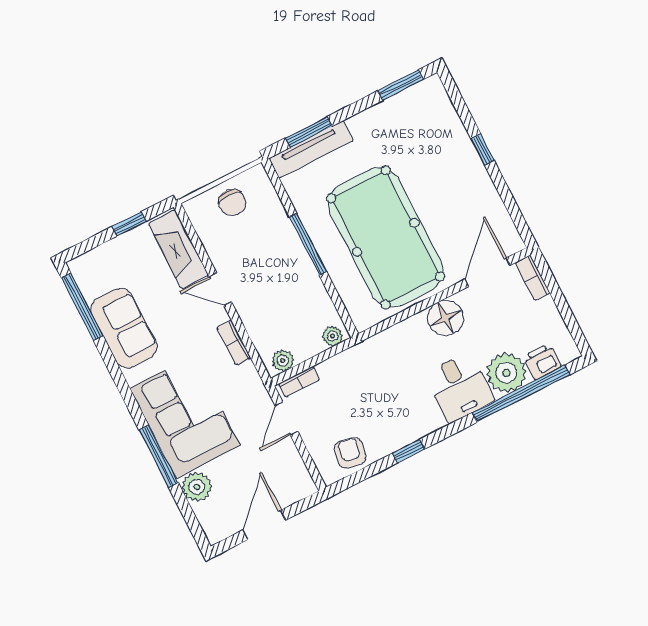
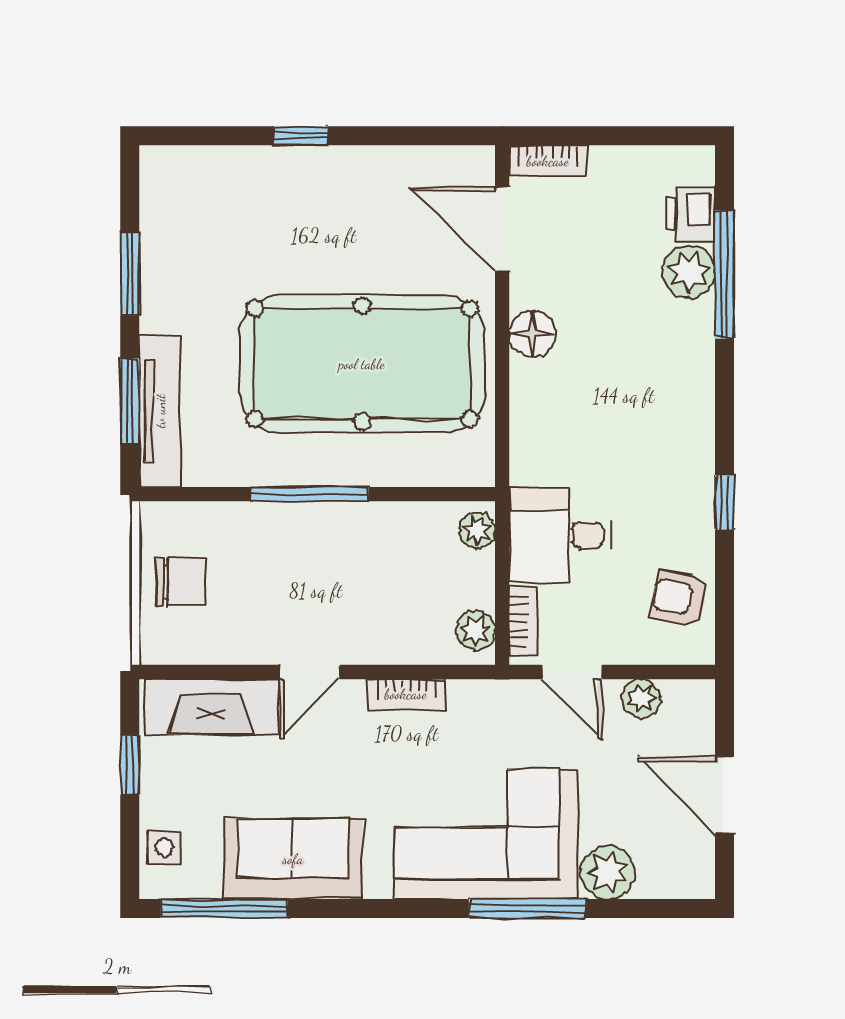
window: (400, 85) -> (130, 274), moved
side table: (97, 262) -> (164, 847), added
floor lamp: (446, 318) -> (532, 334), width x0.73, depth x0.73
plant: (506, 373) -> (689, 272), width x0.73, depth x0.73
desk: (459, 387) -> (560, 535), moved, turned 180
window: (521, 394) -> (725, 275), width x0.68
plant: (291, 459) -> (641, 698), added

